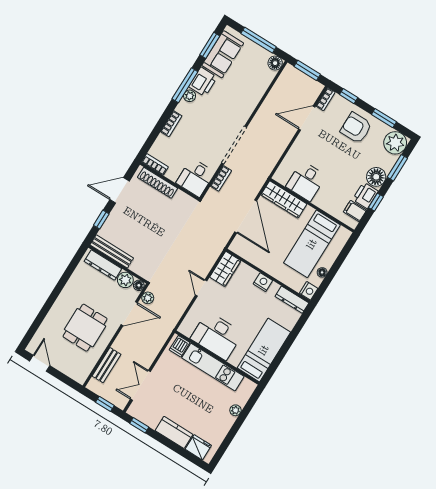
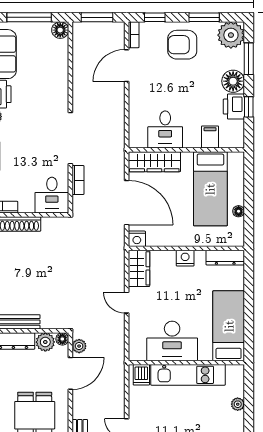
filing cabinet: (355, 211) -> (210, 137), moved, turned 90
nightstand: (309, 291) -> (137, 239), moved, turned 90

